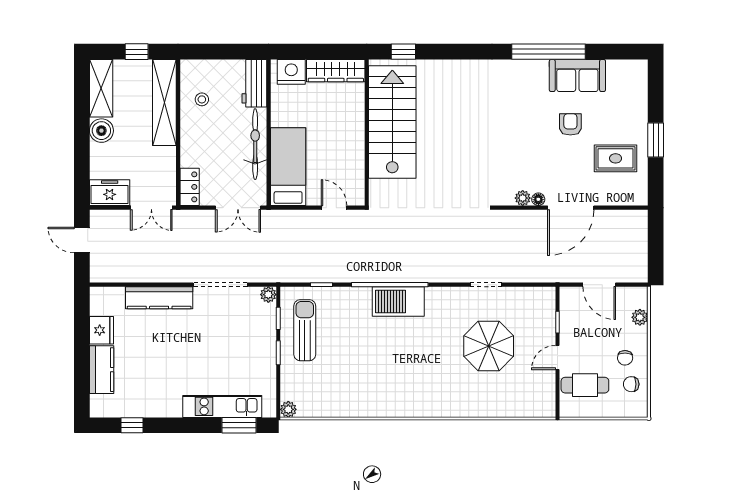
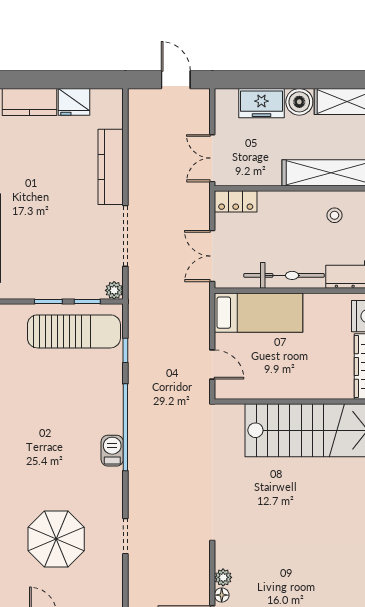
freezer: (110, 193) -> (261, 103), moved, turned 90
door: (334, 208) -> (212, 364), hinge flipped
door: (82, 240) -> (176, 80), hinge flipped
barbecue: (398, 301) -> (112, 451), width x0.53, depth x0.65
sun lounger: (305, 330) -> (74, 331), width x1.36, depth x1.34

